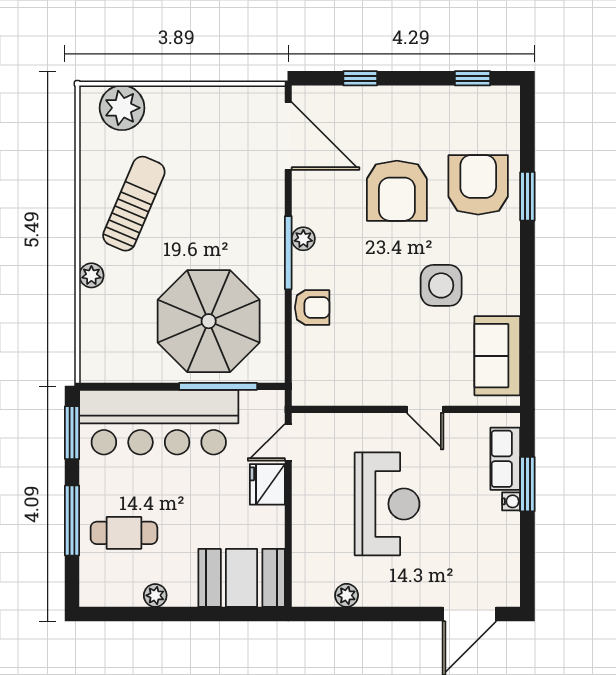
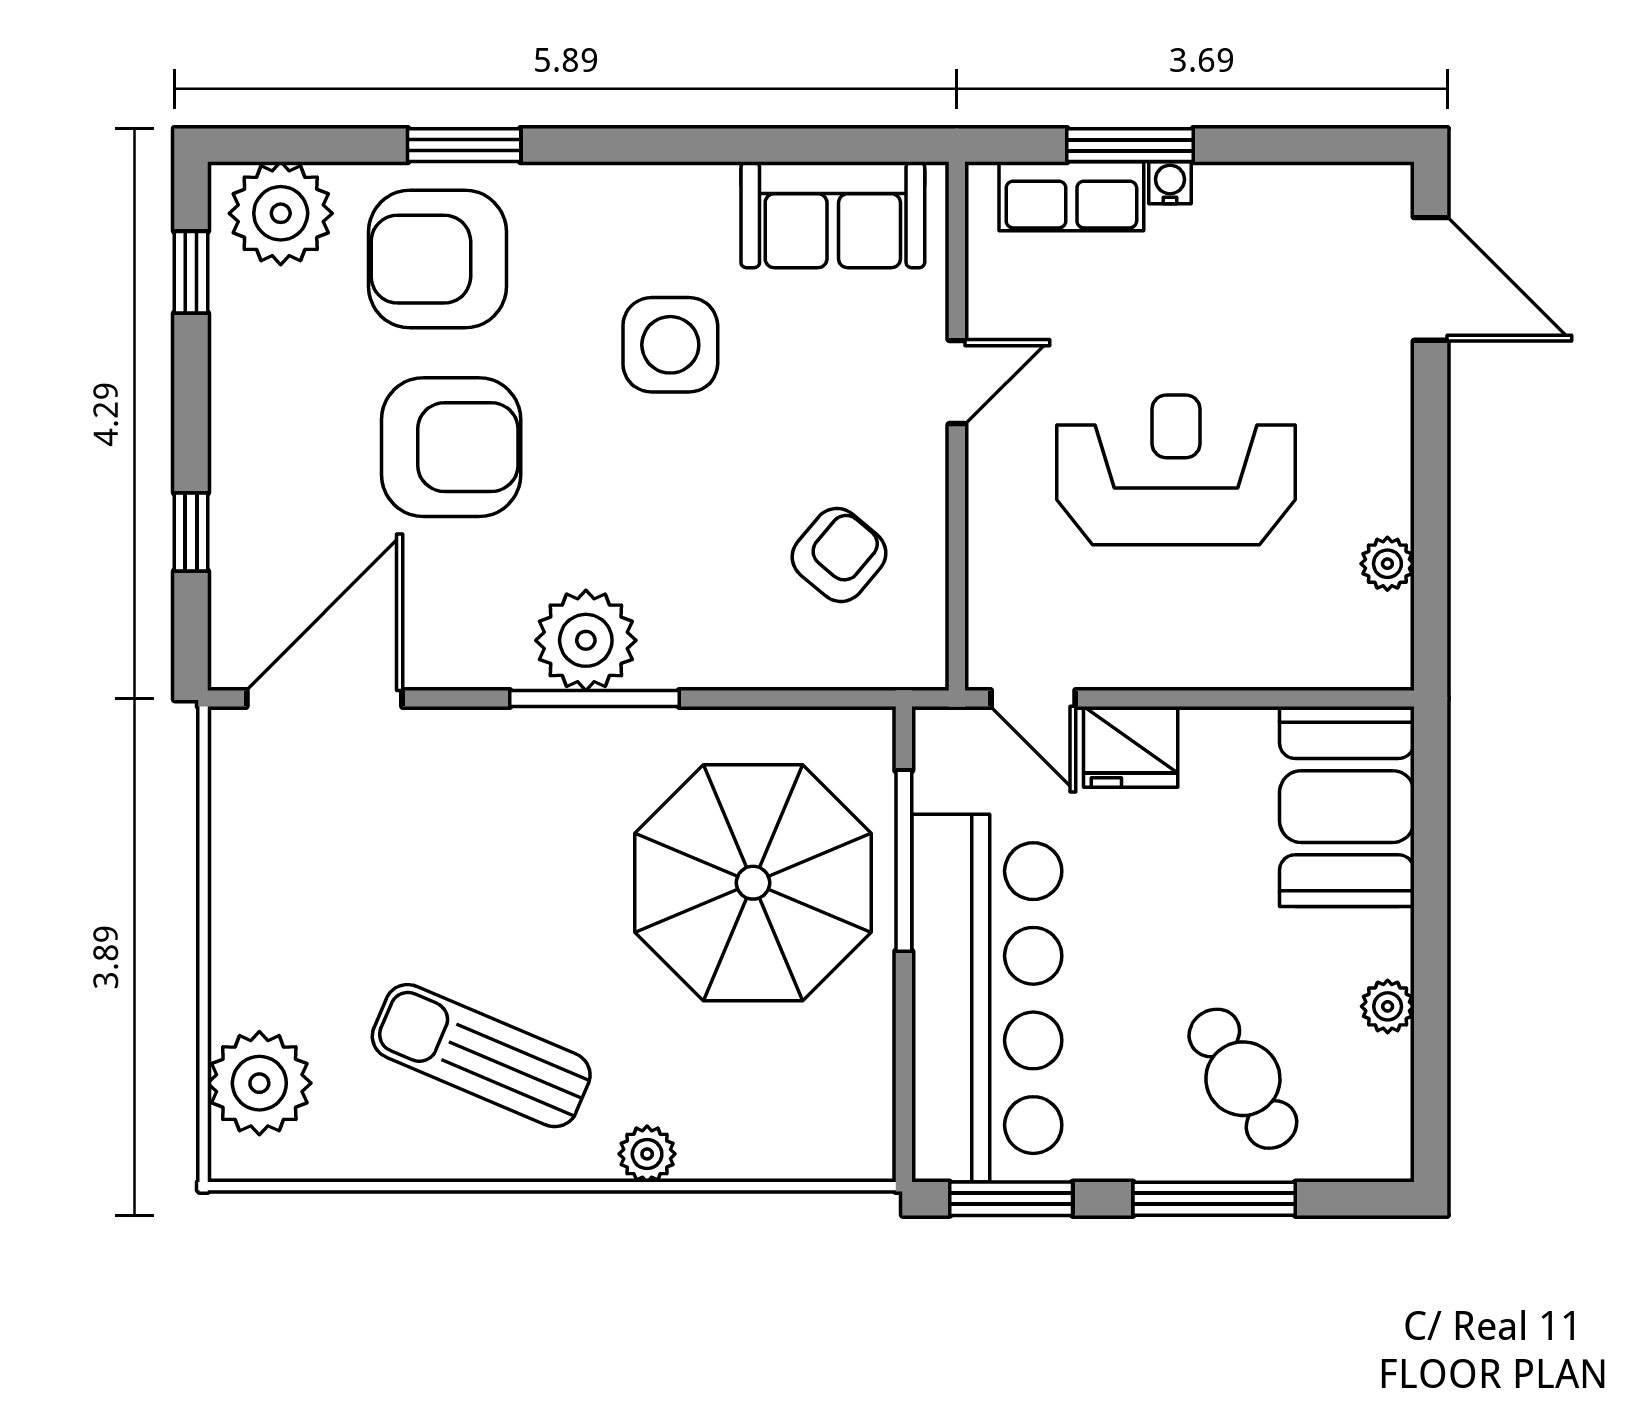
plant: (498, 117) -> (281, 213), added
plant: (303, 239) -> (586, 640), width x1.88, depth x1.88
armchair: (312, 308) -> (839, 555), moved, turned 40
cafe table: (124, 533) -> (1243, 1079), turned -32

